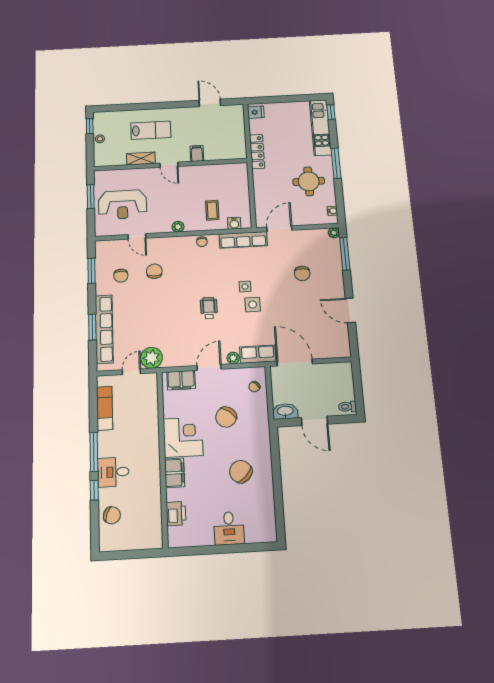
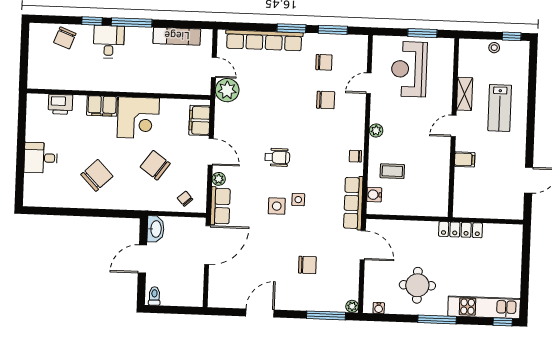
fridge: (256, 112) -> (511, 233), removed
chair: (302, 273) -> (307, 265), turned 180
chair: (121, 276) -> (324, 62), turned 180
window: (92, 327) -> (291, 28), moved

